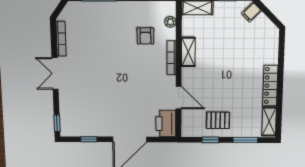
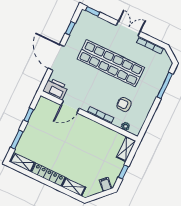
shelving: (188, 52) -> (73, 187), moved
shop shelf: (105, 75) -> (111, 63), added
pallet: (218, 120) -> (40, 127), removed

